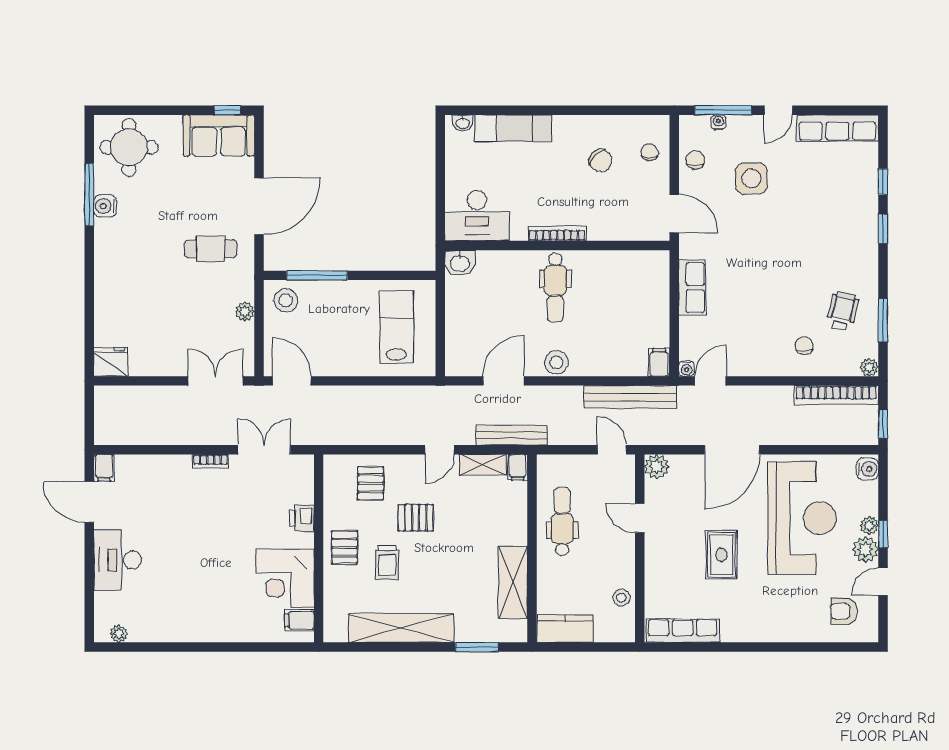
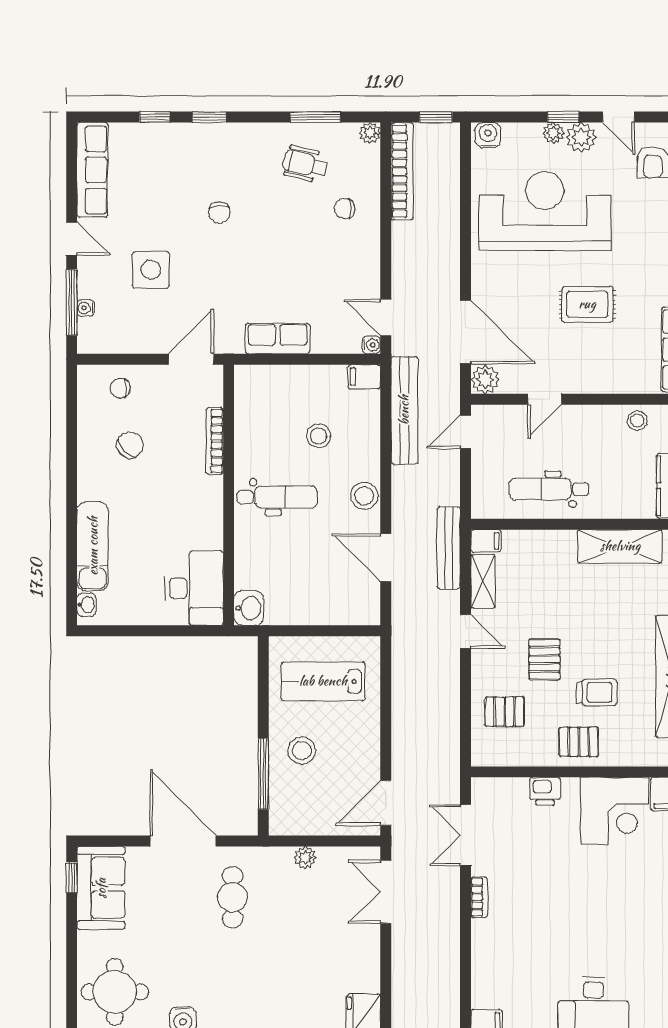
chair: (695, 160) -> (219, 212), moved, turned -90
bookcase: (557, 234) -> (215, 441), moved
stool: (286, 300) -> (302, 751), moved
stool: (608, 323) -> (319, 436), added
door: (732, 450) -> (466, 332), moved

